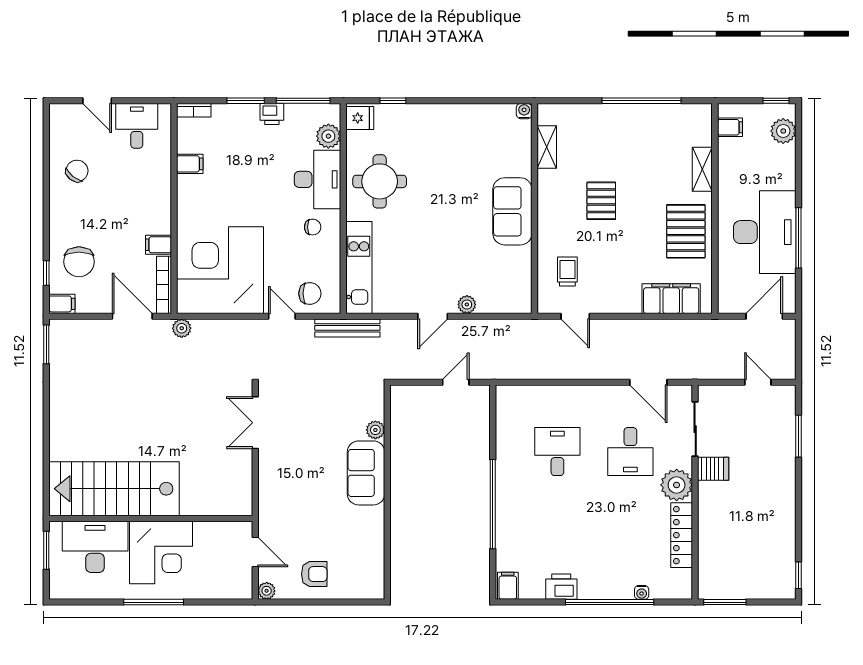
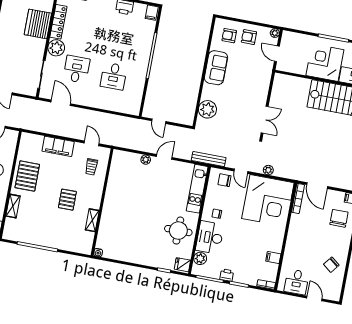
shelving: (547, 147) -> (92, 220), moved
sofa: (512, 211) -> (114, 203), removed
filing cabinet: (158, 245) -> (297, 219), removed
filing cabinet: (671, 299) -> (58, 146), moved
plant: (182, 328) -> (268, 170), moved
door: (456, 382) -> (159, 121), hinge flipped
plant: (375, 430) -> (207, 109), width x1.88, depth x1.88
server rack: (713, 469) -> (38, 24), moved, width x2.18, depth x1.44
sofa: (366, 473) -> (216, 68), moved
armchair: (352, 570) -> (229, 36), added

